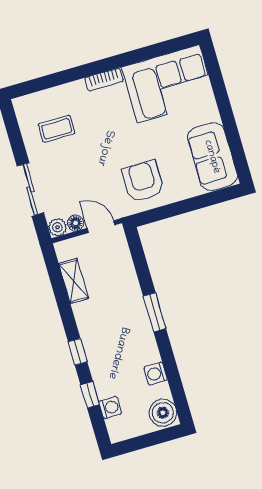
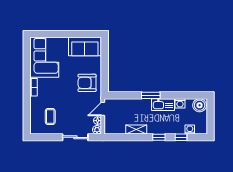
shelving: (74, 281) -> (136, 129), moved
kitchen sink: (144, 341) -> (163, 105), added

